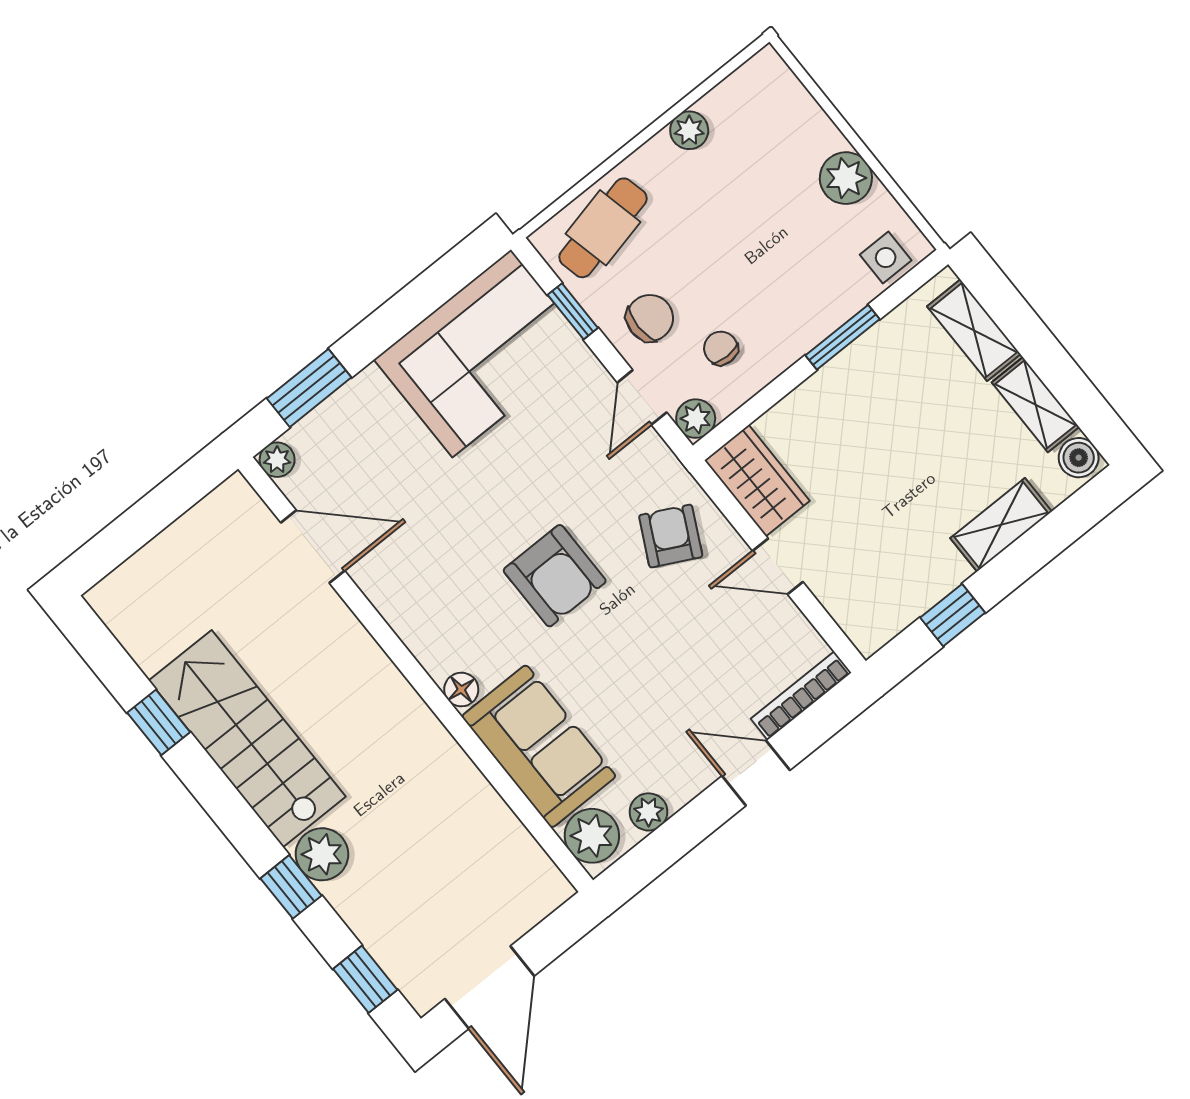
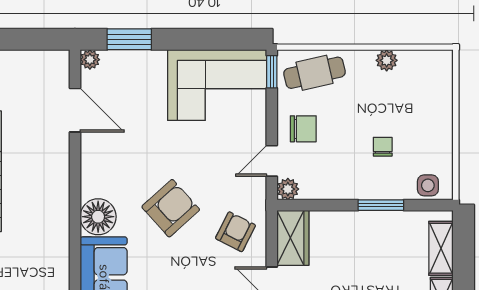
plant: (846, 178) -> (438, 137), removed
window: (573, 311) -> (272, 72), moved
chair: (721, 348) -> (383, 147), moved
armchair: (555, 576) -> (171, 208), turned -132
floor lamp: (461, 690) -> (98, 217), width x1.89, depth x1.89

